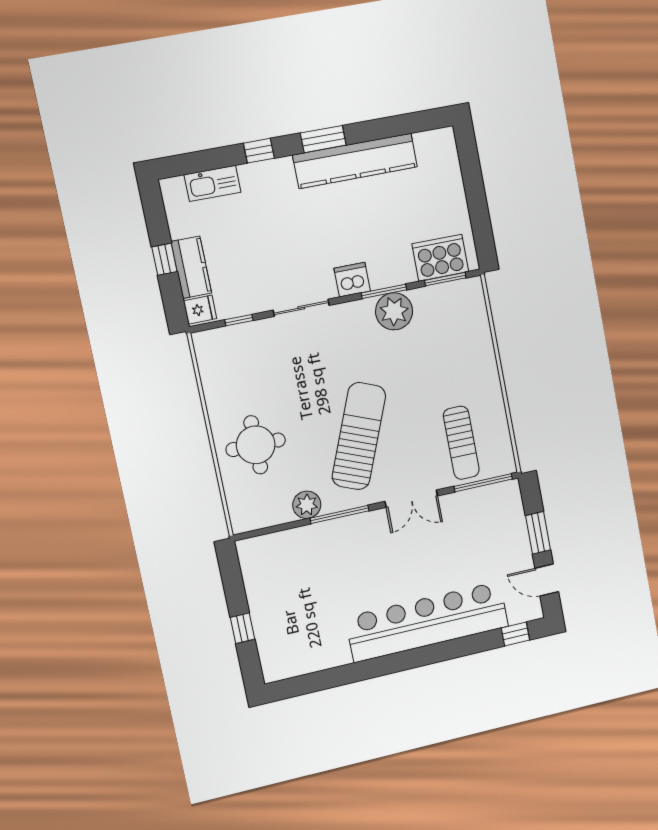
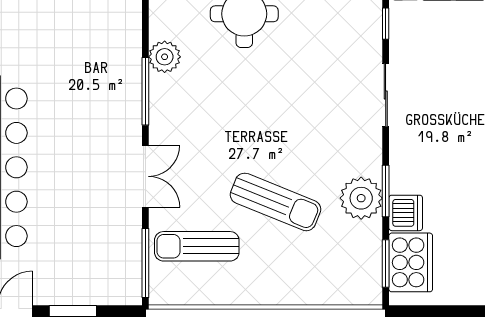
dishwasher: (352, 280) -> (406, 213), moved
sun lounger: (359, 436) -> (275, 202), moved, width x0.73, depth x0.75
double door: (411, 499) -> (145, 176), swing flipped

